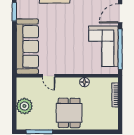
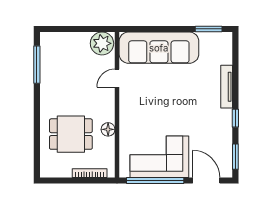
plant: (24, 106) -> (102, 43), moved
dining table: (69, 113) -> (71, 134), moved

